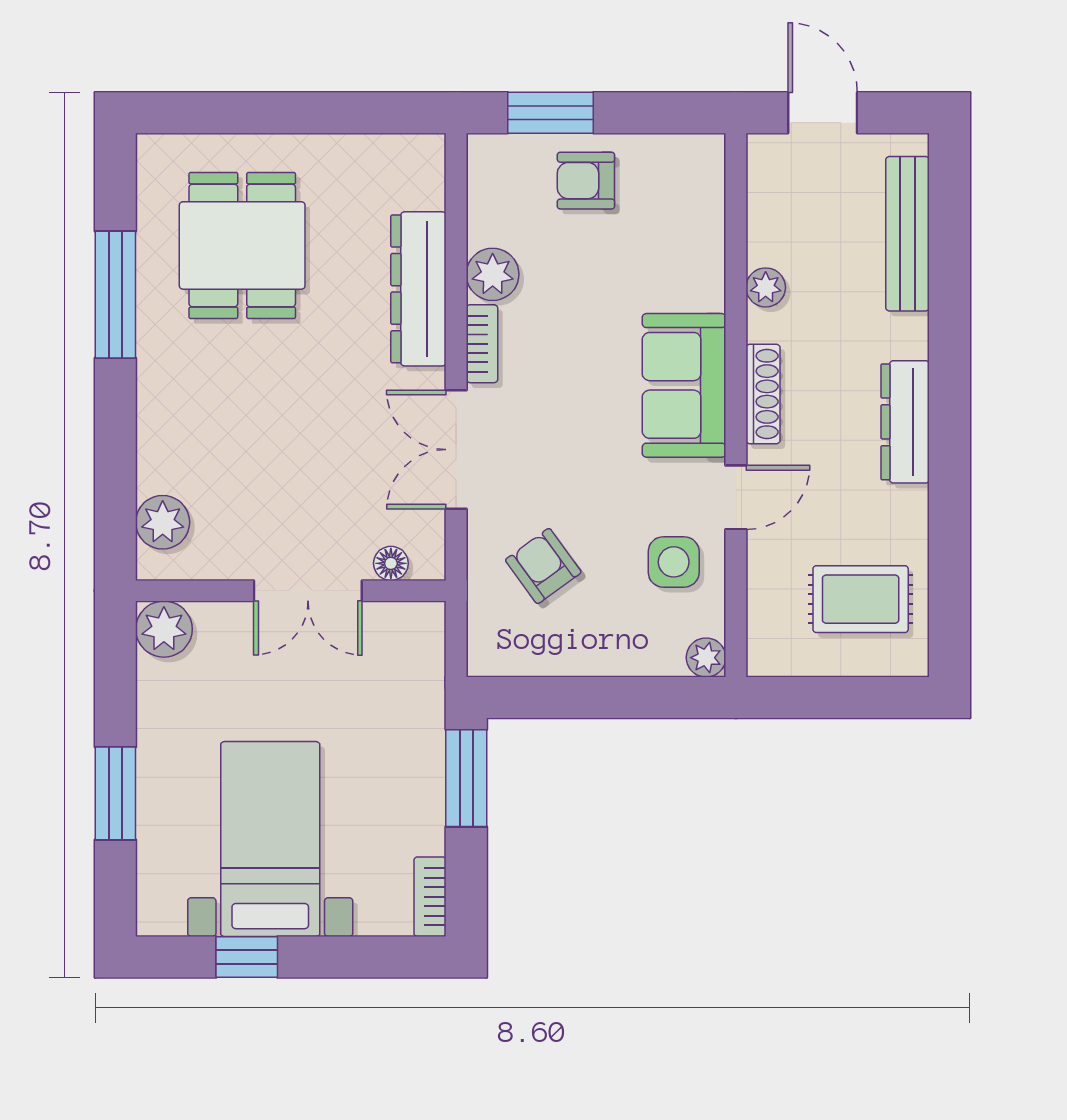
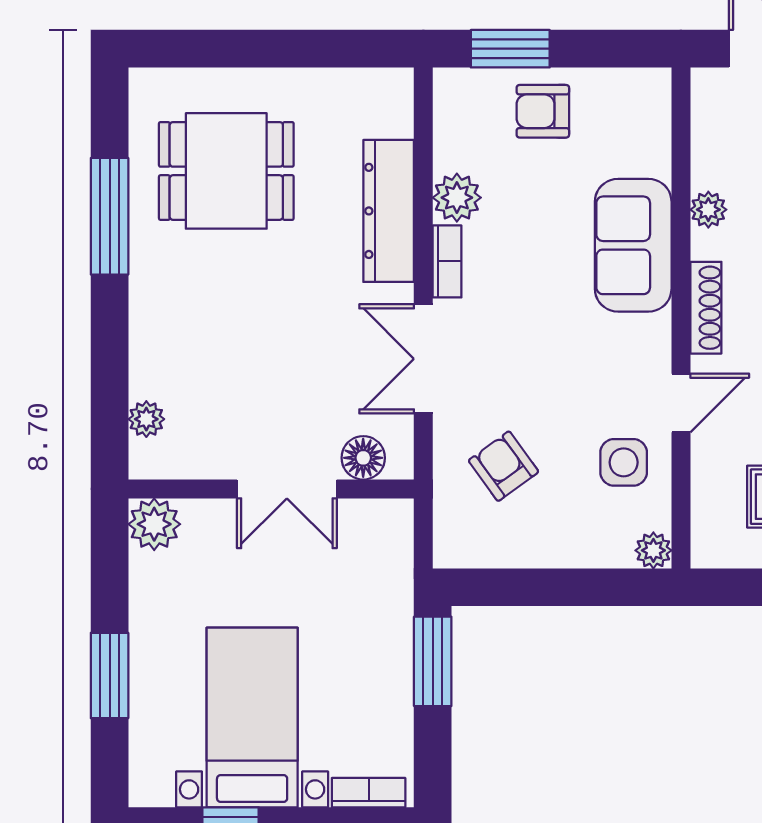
dining table: (242, 245) -> (226, 171), turned 90
sofa: (684, 385) -> (633, 245), moved
plant: (163, 522) -> (146, 419), width x0.73, depth x0.73
floor lamp: (391, 563) -> (363, 458), width x1.37, depth x1.37
bookcase: (430, 897) -> (369, 793), moved, turned 90

